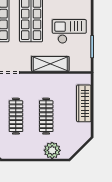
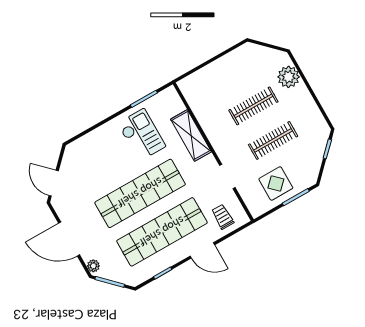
checkout: (69, 31) -> (142, 135), turned 180
wardrobe: (84, 103) -> (214, 71), removed

